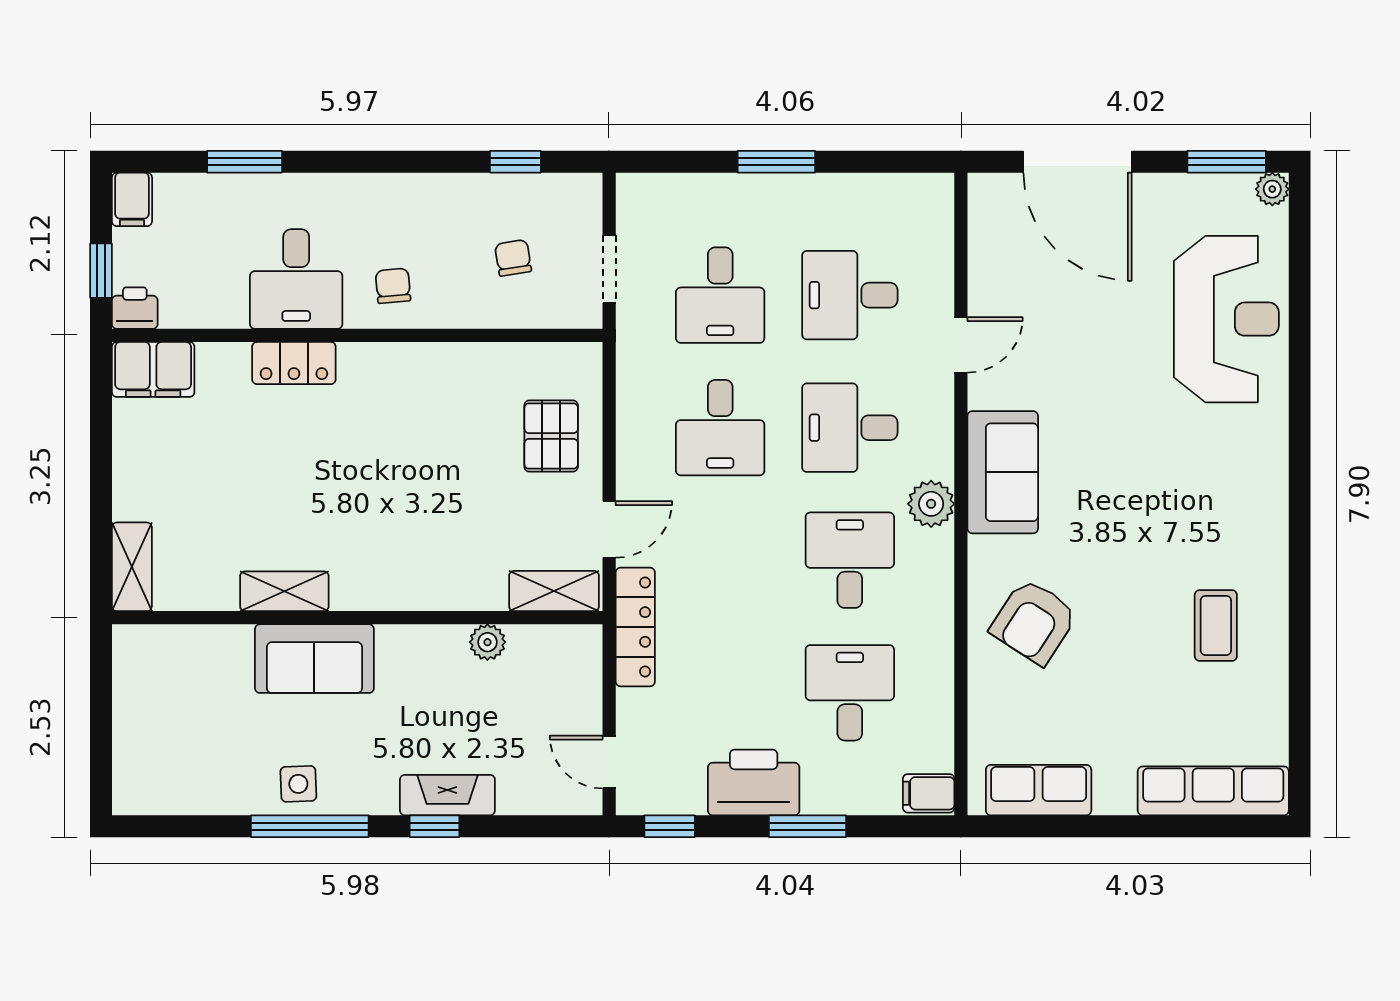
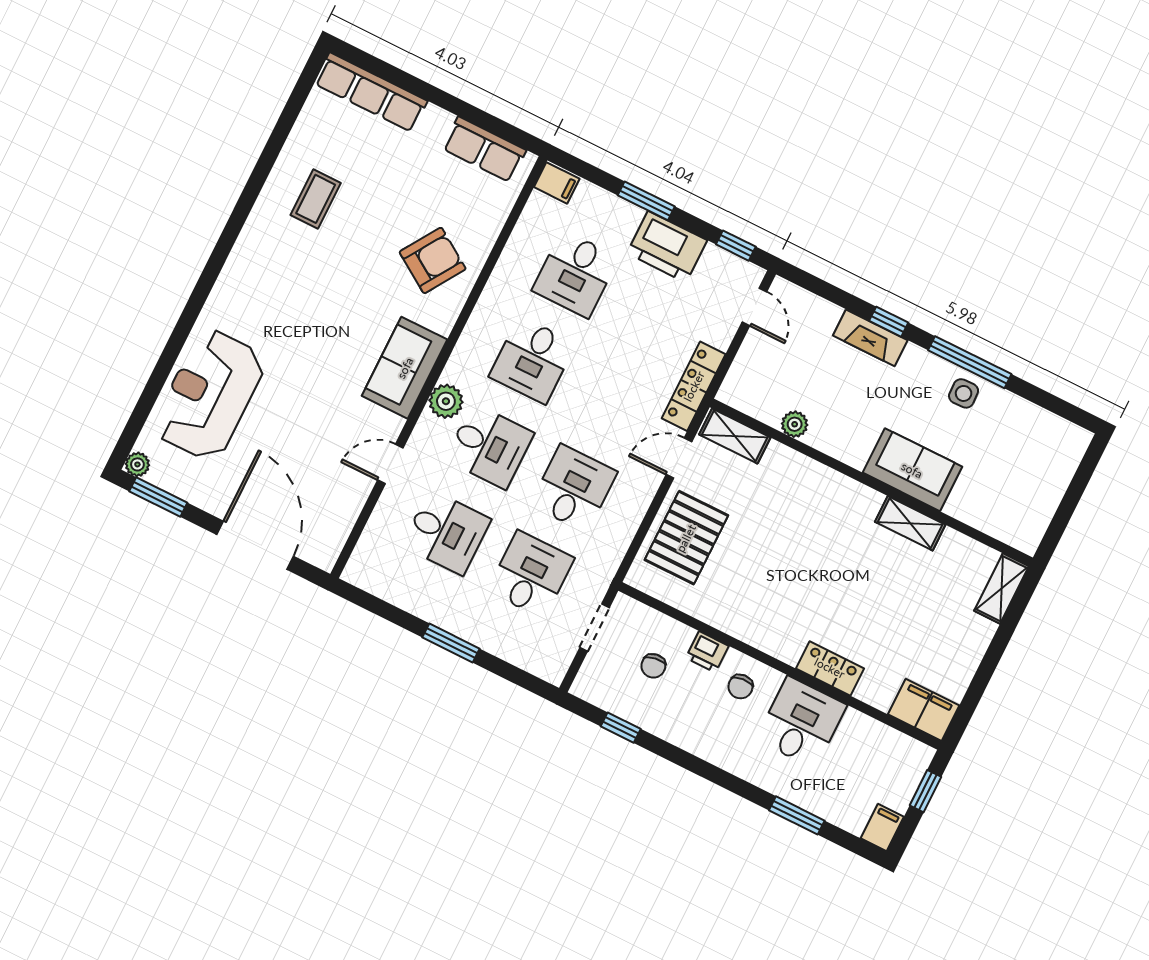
printer: (135, 308) -> (707, 652), moved
pallet: (551, 436) -> (686, 538), width x1.50, depth x1.42
plant: (931, 504) -> (446, 401), moved

